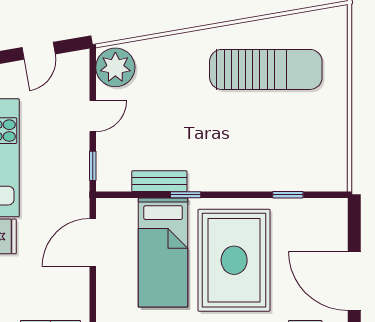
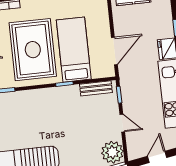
door: (93, 116) -> (122, 123), swing flipped
bench: (159, 181) -> (96, 88), moved

